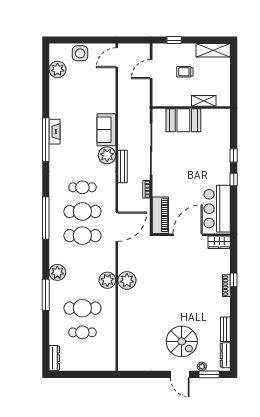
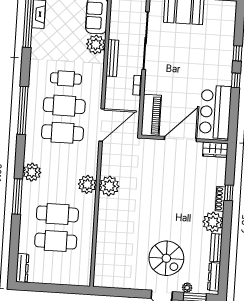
plant: (221, 307) -> (213, 222), added
cafe table: (82, 332) -> (56, 241), width x1.37, depth x1.35

